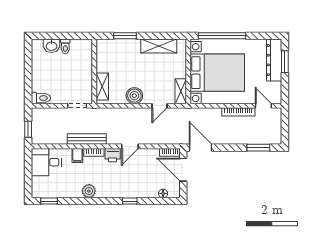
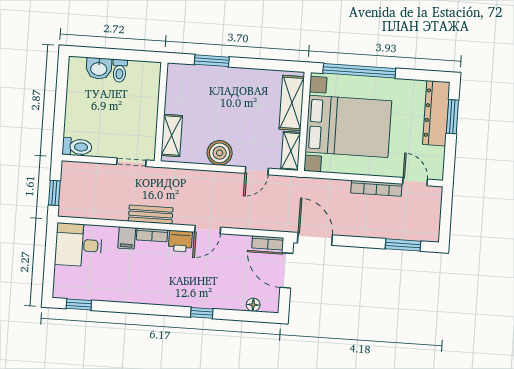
shelving: (159, 46) -> (292, 103), moved, turned 90
bench: (87, 139) -> (151, 215), width x0.73
plant: (89, 191) -> (140, 293), removed

